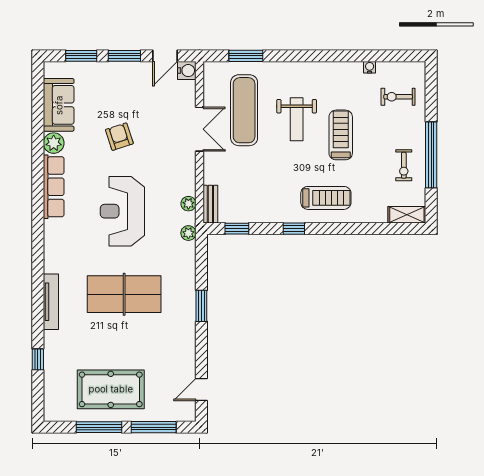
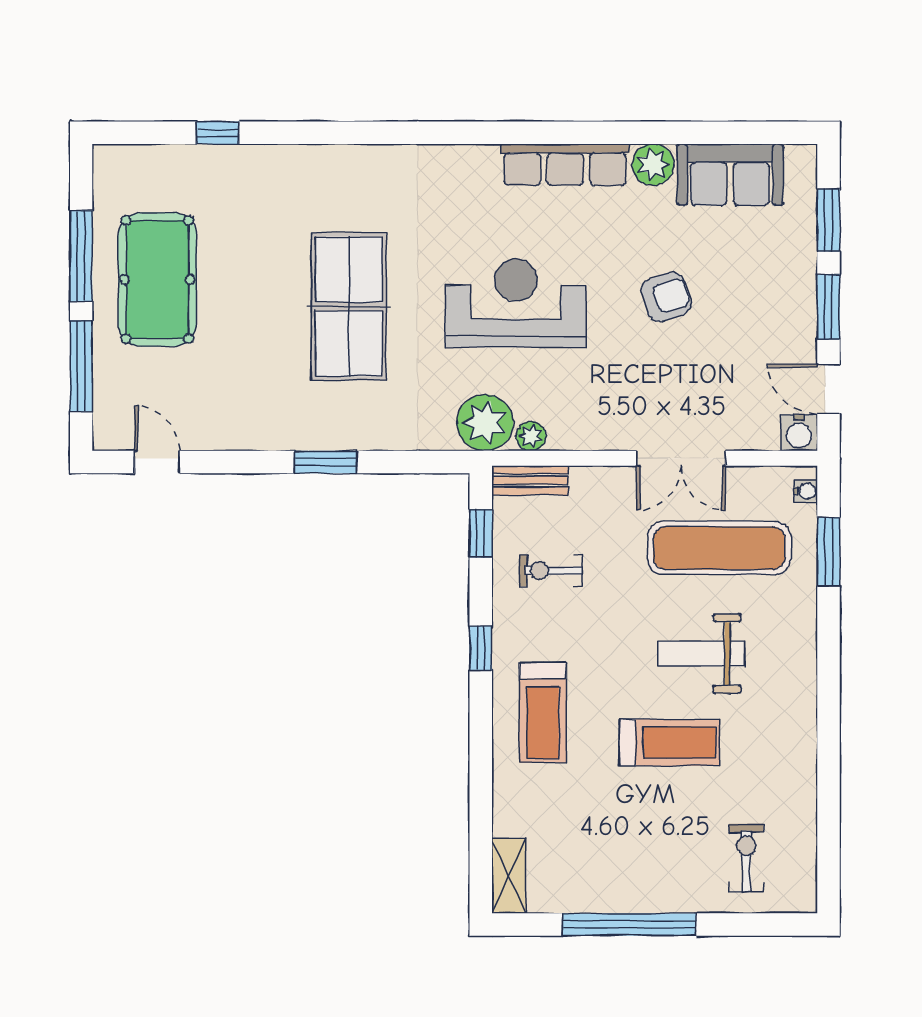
water cooler: (370, 67) -> (806, 491), moved
exercise bike: (404, 165) -> (551, 571), moved
plant: (188, 233) -> (485, 423), width x1.88, depth x1.88
tv unit: (51, 302) -> (334, 159), removed

